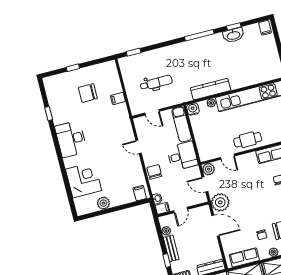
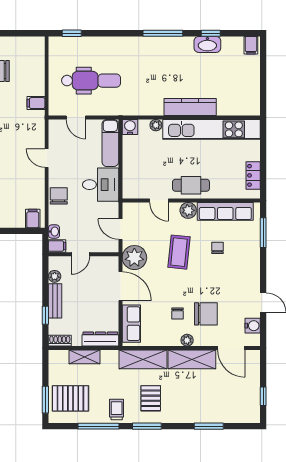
dental chair: (156, 83) -> (91, 81), width x1.36, depth x1.38
kitchen counter: (211, 89) -> (190, 107), moved
filing cabinet: (118, 99) -> (36, 103), moved
plant: (209, 169) -> (188, 210), moved
coffee table: (251, 190) -> (179, 252), added
row of seats: (244, 257) -> (131, 324), moved, turned 90

